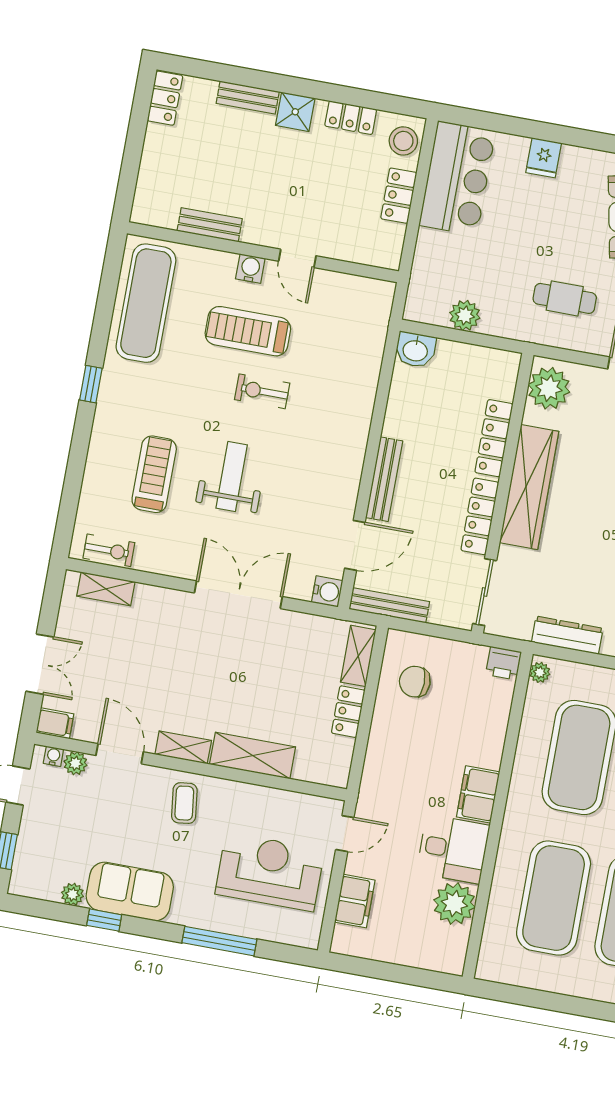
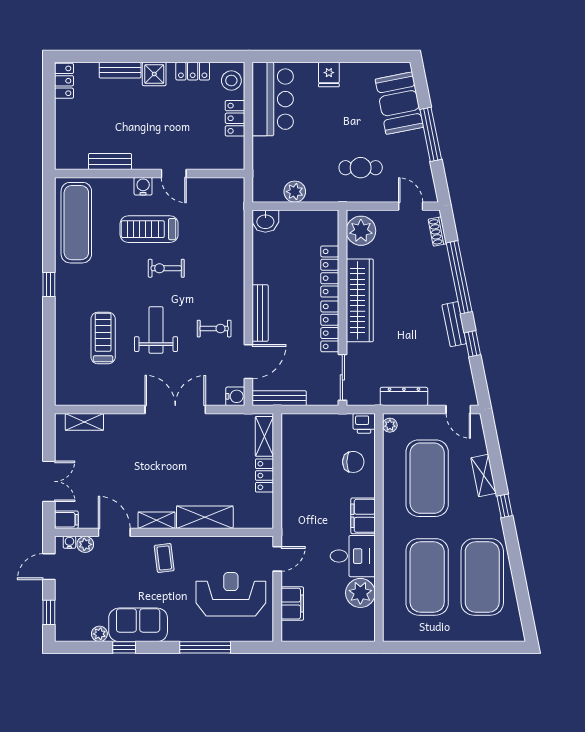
exercise bike: (109, 550) -> (214, 329), moved
chair: (415, 682) -> (353, 462), moved, turned 180

